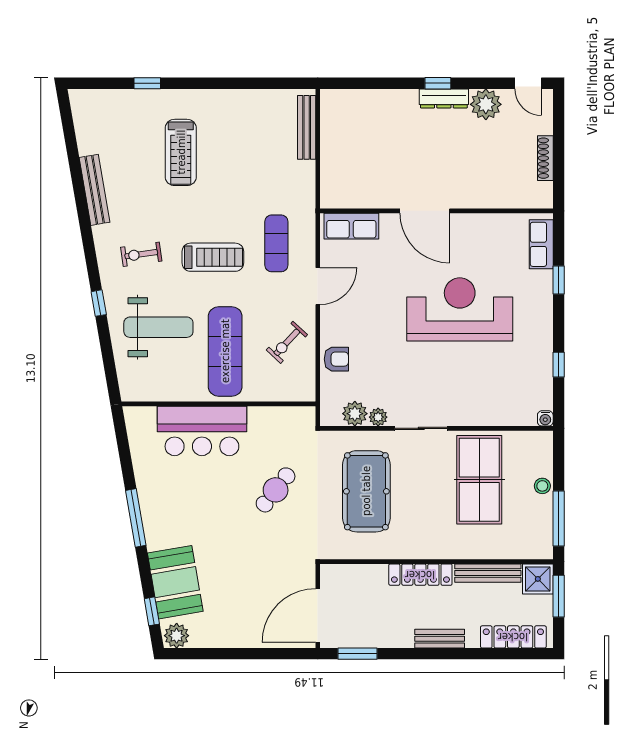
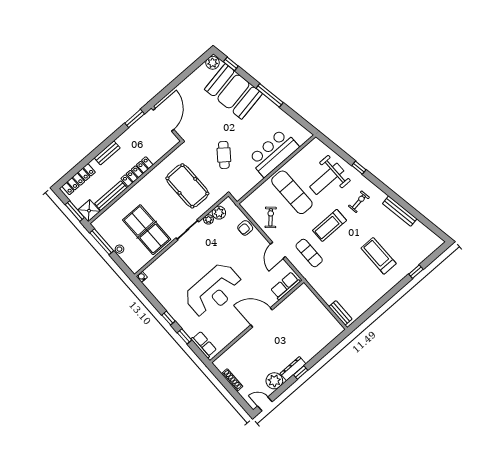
bench: (307, 127) -> (340, 313), width x0.73
window: (559, 365) -> (168, 318), moved
booth: (175, 582) -> (233, 91), width x1.36, depth x1.42

